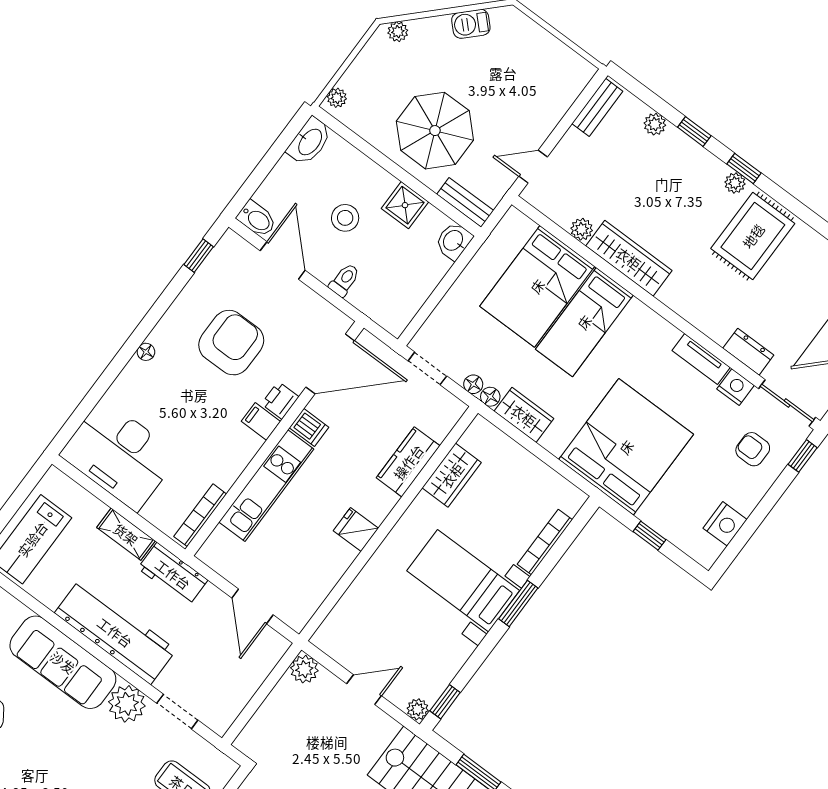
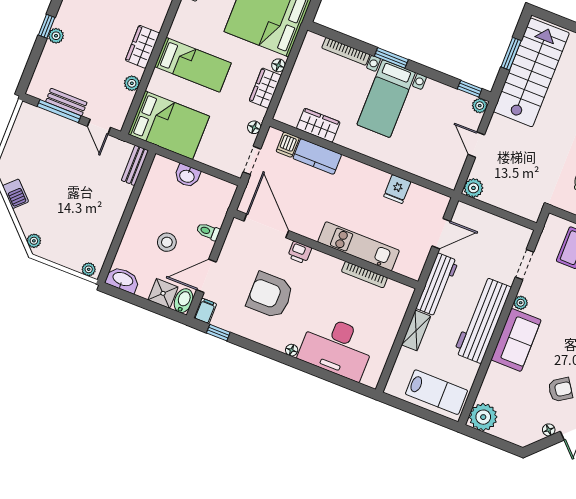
bench: (597, 107) -> (66, 102), moved
window: (570, 117) -> (59, 111), added
plant: (655, 124) -> (56, 36), moved
parasol: (435, 131) -> (93, 198), removed
shower: (405, 205) -> (163, 293), moved
washbasin: (454, 241) -> (187, 176), moved
wardrobe: (629, 258) -> (143, 47), width x0.67
bed: (537, 286) -> (169, 125), moved
floor lamp: (490, 397) -> (278, 65), moved
filing cabinet: (261, 421) -> (205, 311), moved, turned 180
dishwasher: (309, 427) -> (288, 145), moved, turned 180
desk: (119, 455) -> (337, 347), moved, turned 90
bookcase: (200, 515) -> (364, 275), moved
fridge: (356, 529) -> (397, 189), moved
workbench: (173, 574) -> (437, 285), width x1.38
sofa: (63, 662) -> (516, 340), width x0.73
plant: (127, 704) -> (521, 303), width x0.53, depth x0.53

